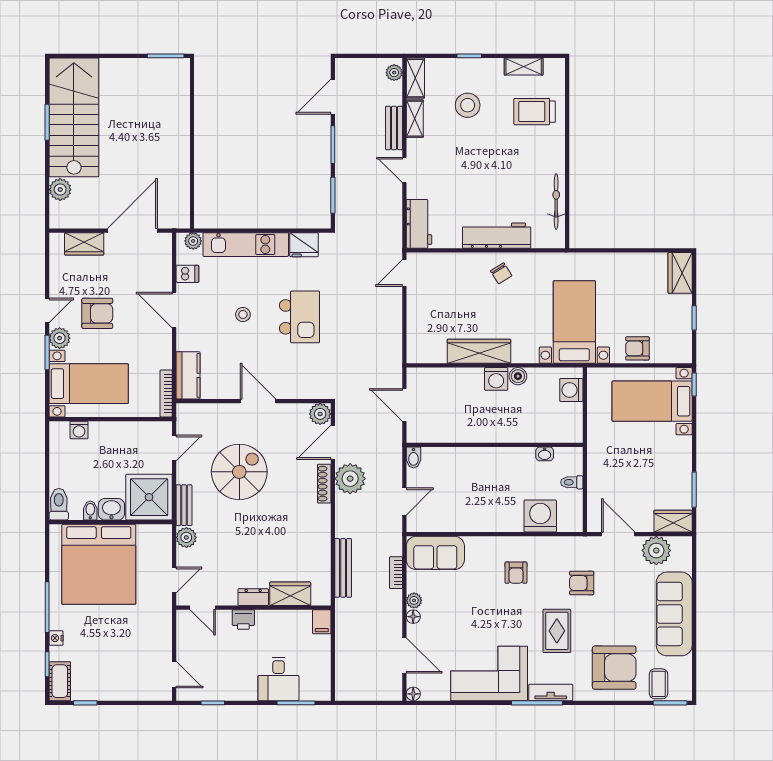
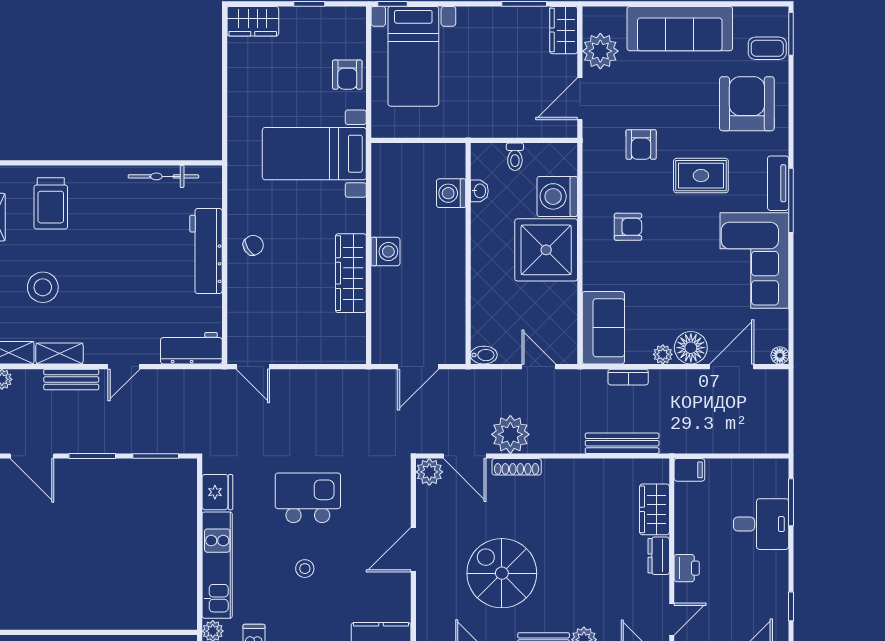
boiler: (518, 376) -> (382, 224), removed
washing machine: (571, 390) -> (451, 193), moved, turned 90
shower: (498, 507) -> (546, 250), added
floor lamp: (413, 617) -> (691, 348), width x1.89, depth x1.89

